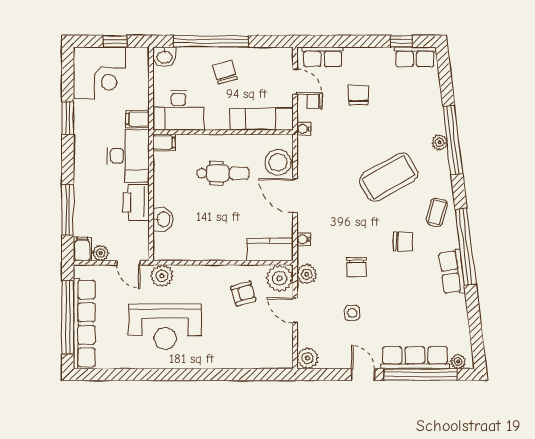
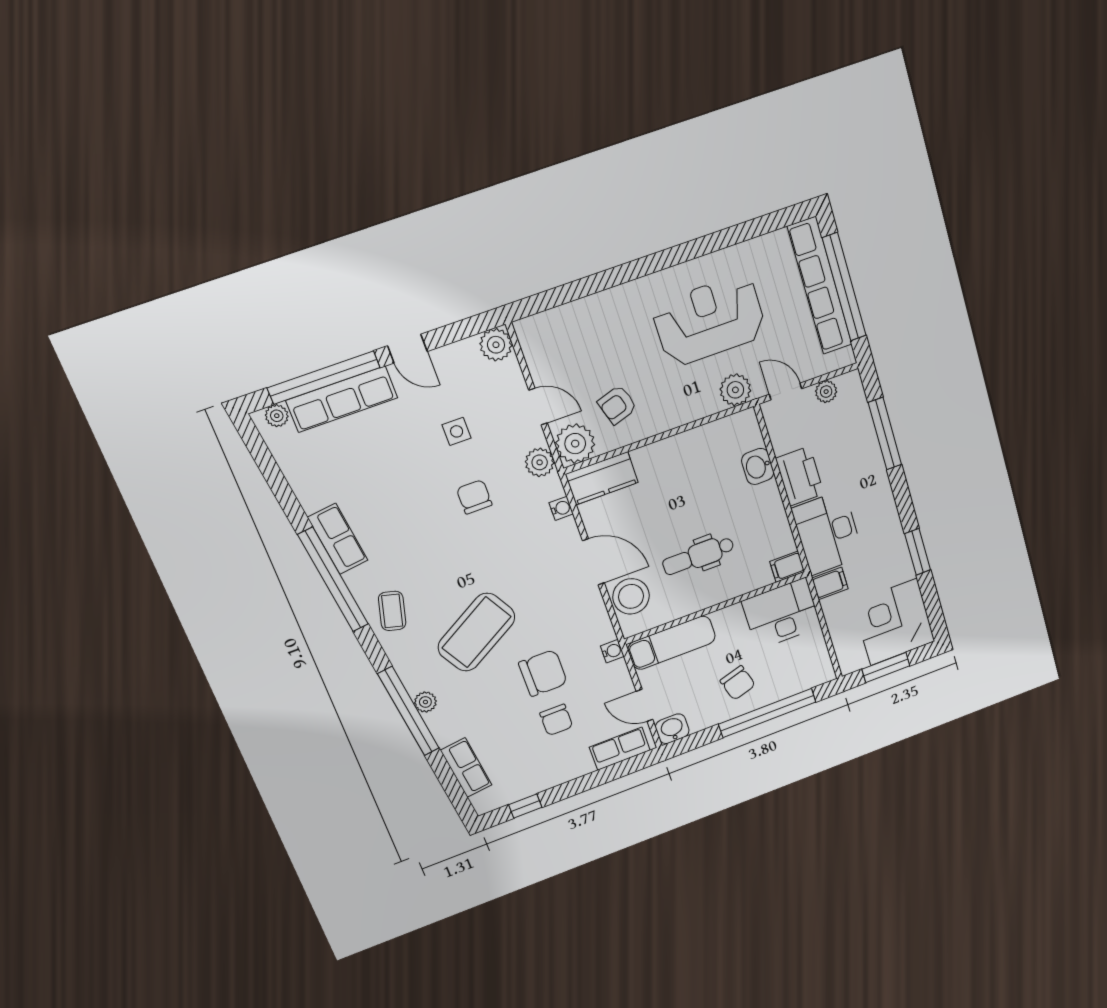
window: (115, 41) -> (886, 667), width x1.50
washbasin: (164, 57) -> (672, 729), moved
row of seats: (415, 57) -> (466, 768), moved, turned 83
chair: (315, 101) -> (543, 673), moved, width x1.87, depth x1.87
chair: (403, 241) -> (423, 555), removed
filing cabinet: (82, 249) -> (851, 388), removed

